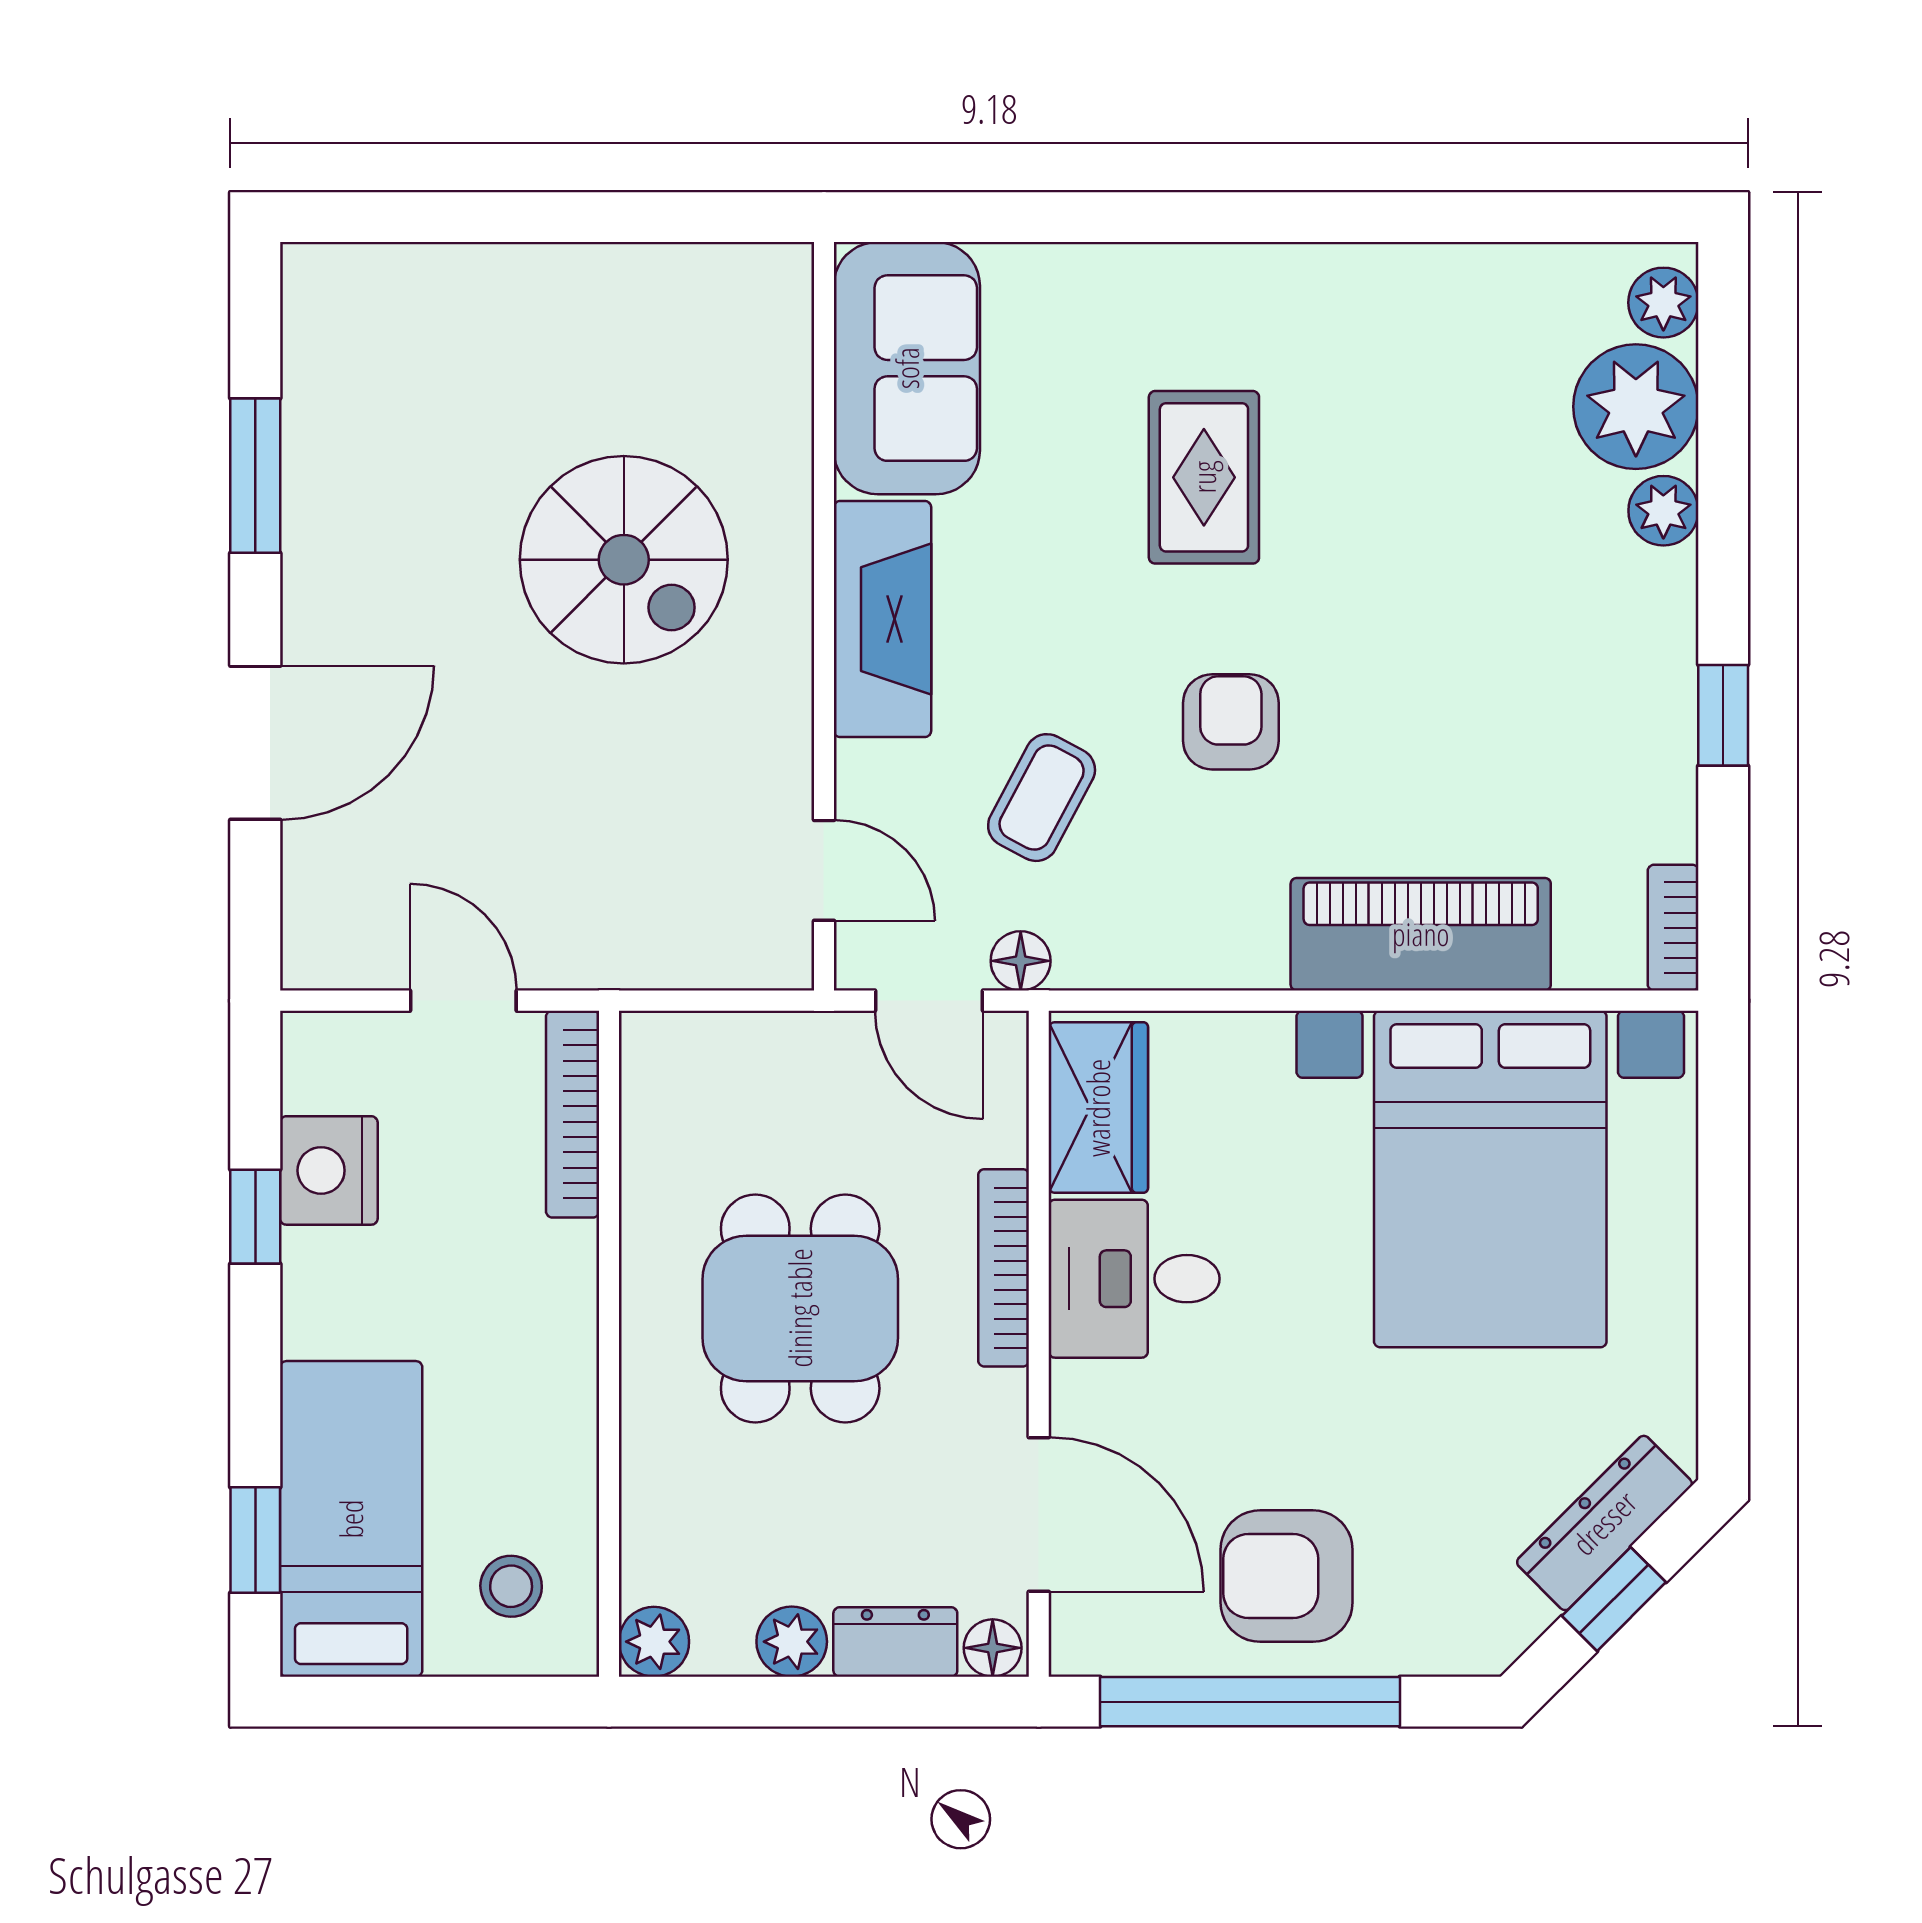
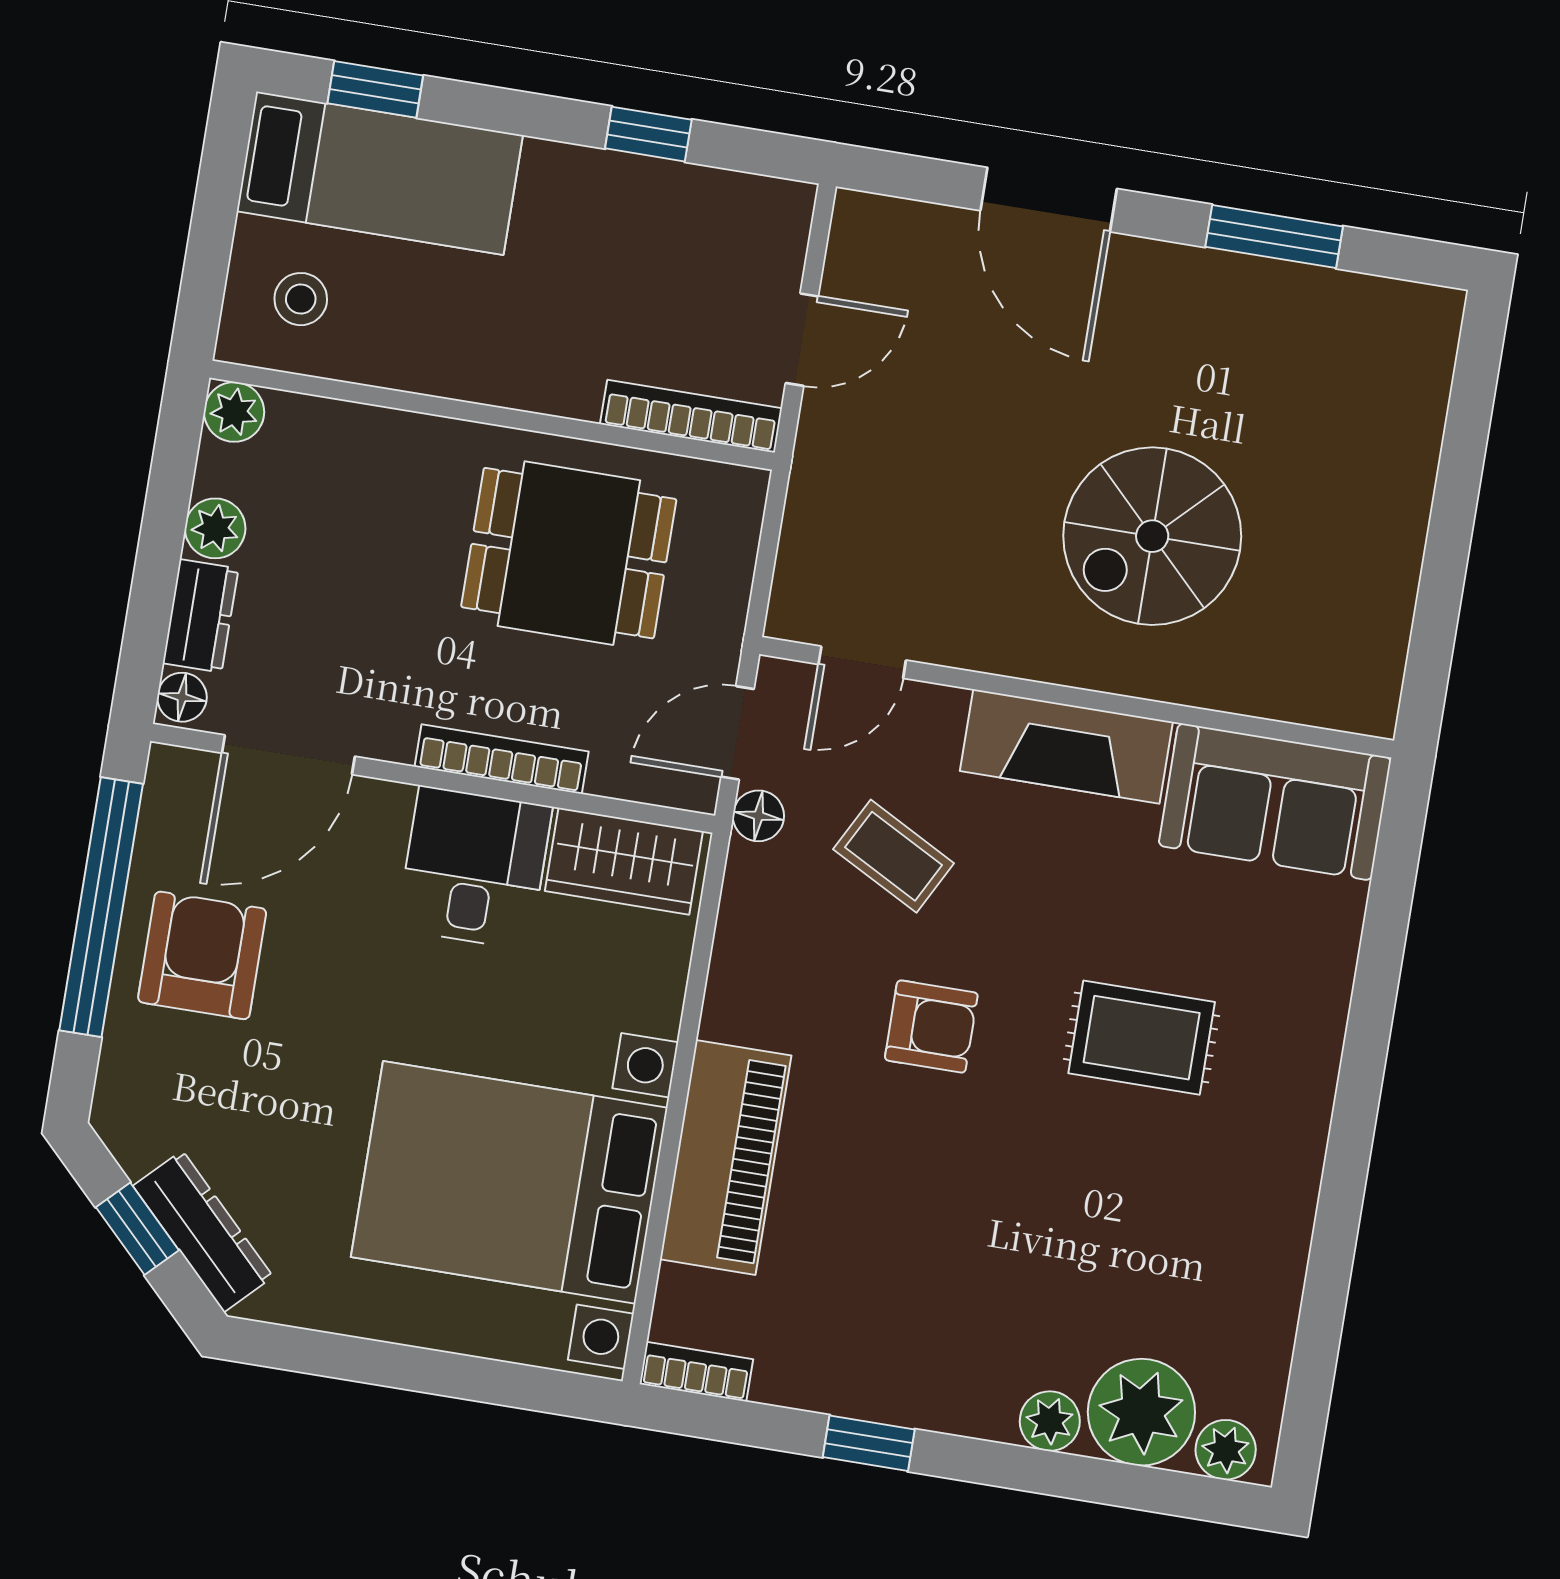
nightstand: (329, 1170) -> (677, 203), removed
dining table: (800, 1308) -> (569, 553), moved

